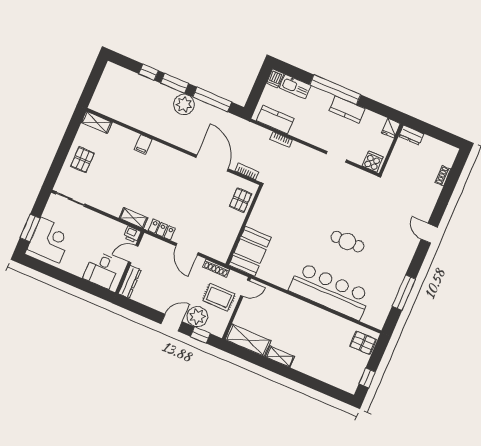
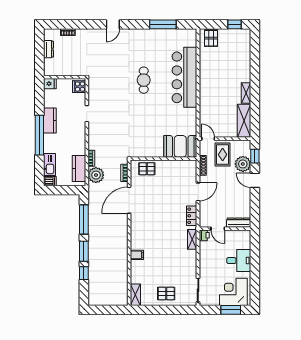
plant: (184, 104) -> (96, 175), moved
dresser: (411, 135) -> (49, 49), moved
desk: (102, 270) -> (239, 261), moved

